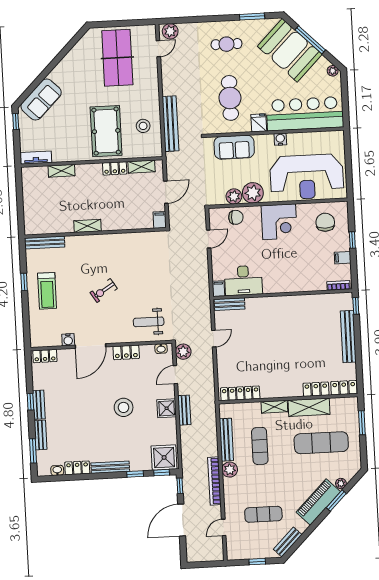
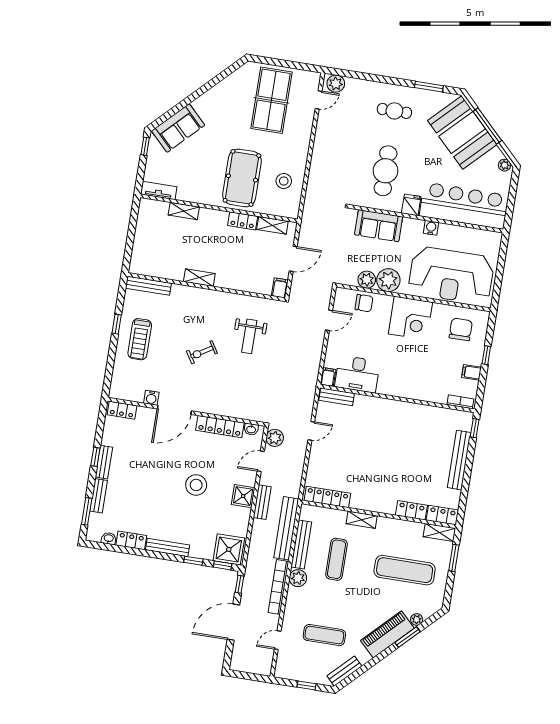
bench: (170, 124) -> (286, 528), moved
weight bench: (149, 322) -> (249, 336), moved, turned -90
locker: (126, 352) -> (220, 427), width x1.53
shelving: (309, 407) -> (439, 532), moved, width x0.67, depth x0.75

